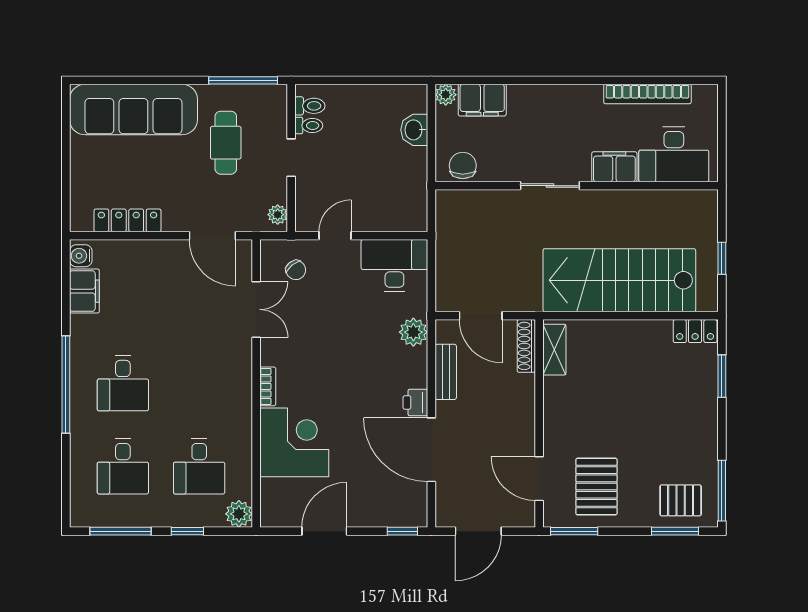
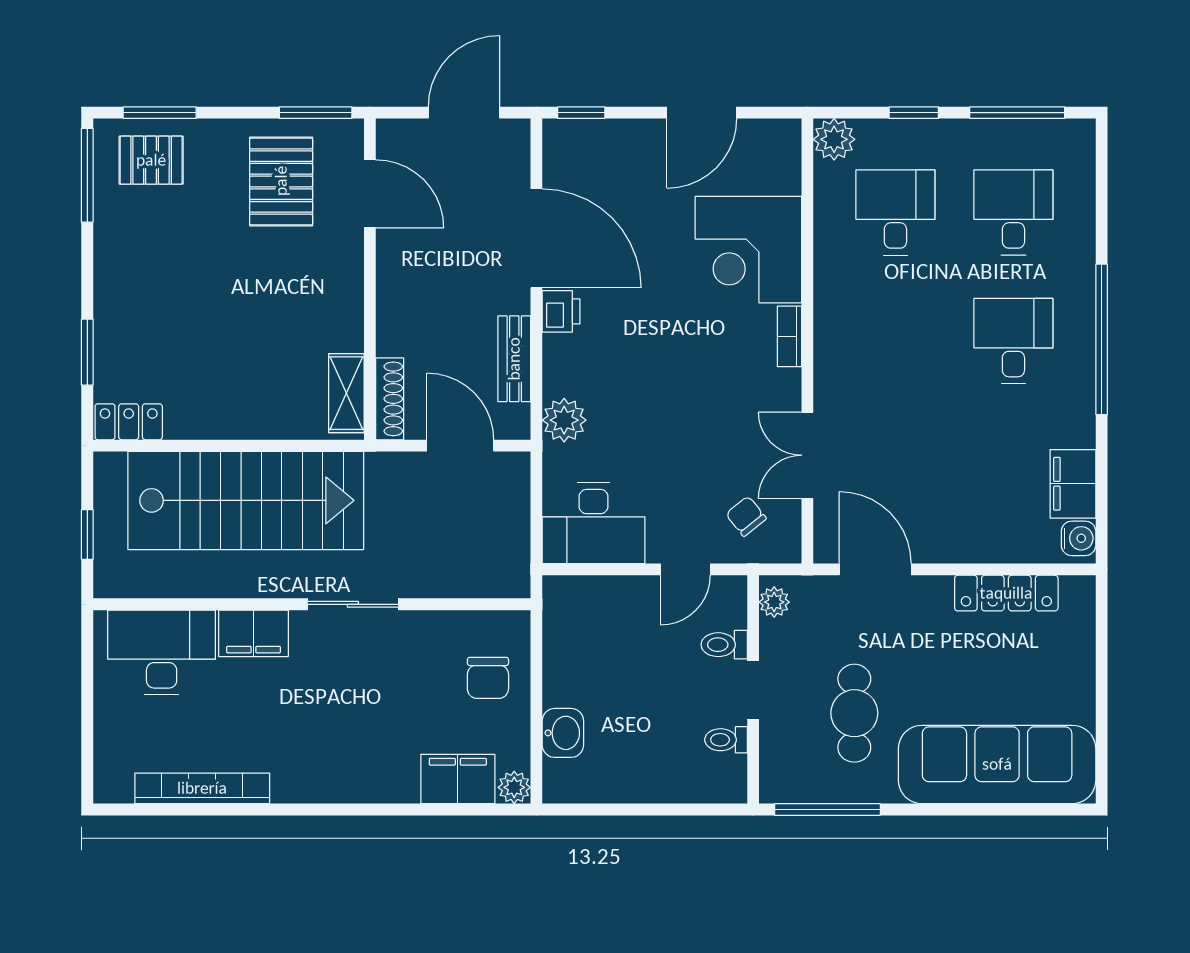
toilet: (310, 106) -> (724, 645), moved
desk: (674, 154) -> (162, 652), moved
filing cabinet: (614, 167) -> (253, 633), moved
sliding door: (550, 186) -> (353, 604), moved
wall: (577, 186) -> (312, 604), moved

